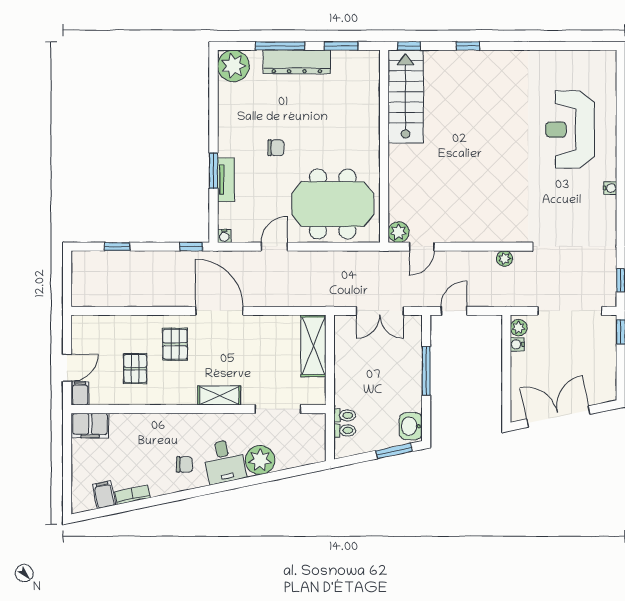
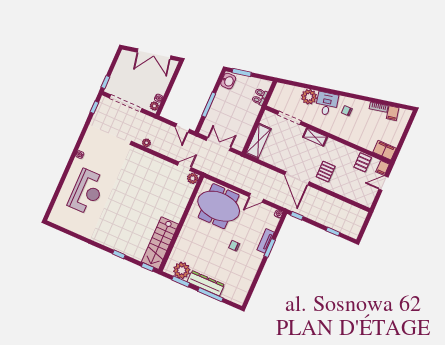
plant: (233, 66) -> (182, 270), moved
door: (454, 311) -> (182, 128), hinge flipped
pallet: (135, 368) -> (363, 162), moved

